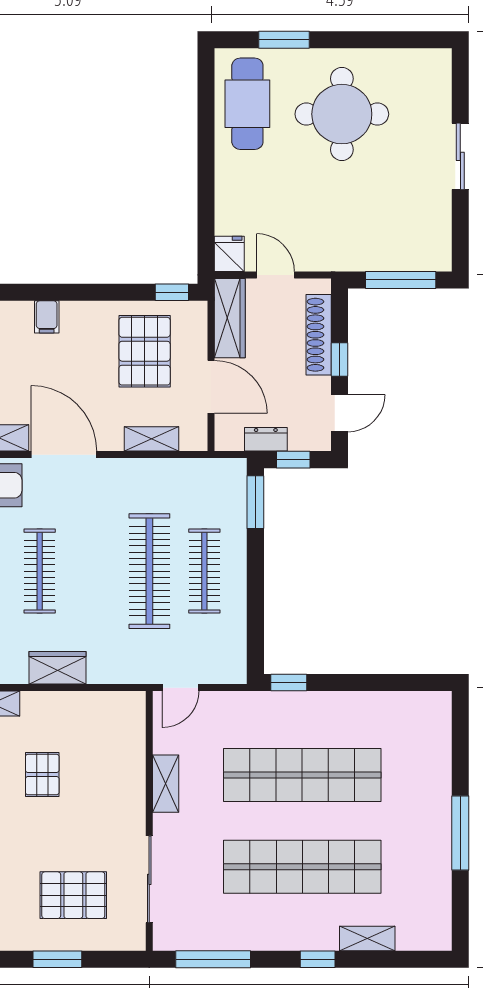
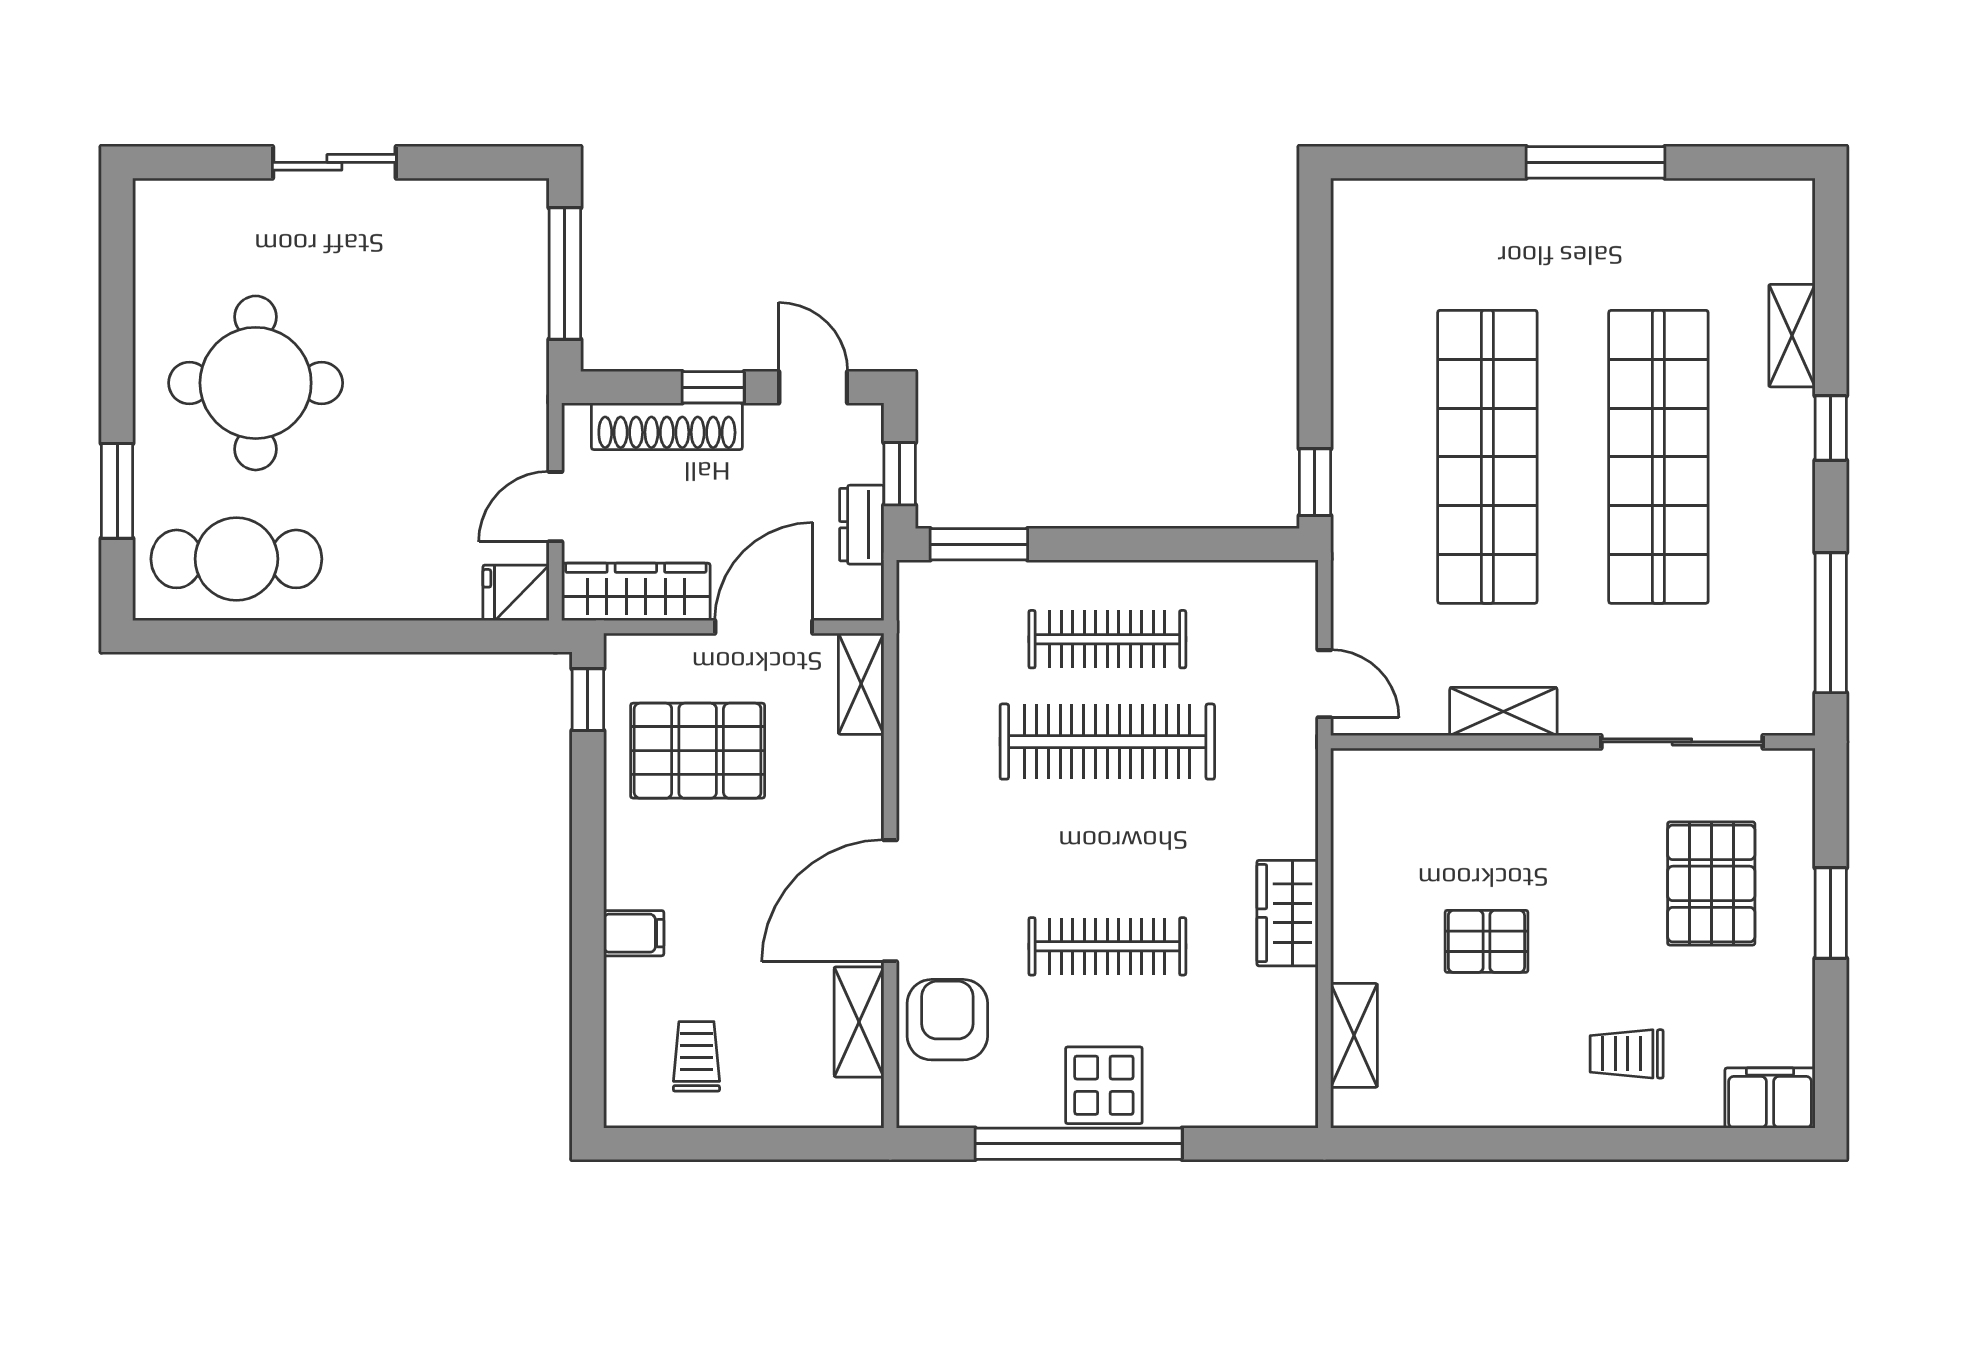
shelving: (151, 439) -> (861, 684), moved

